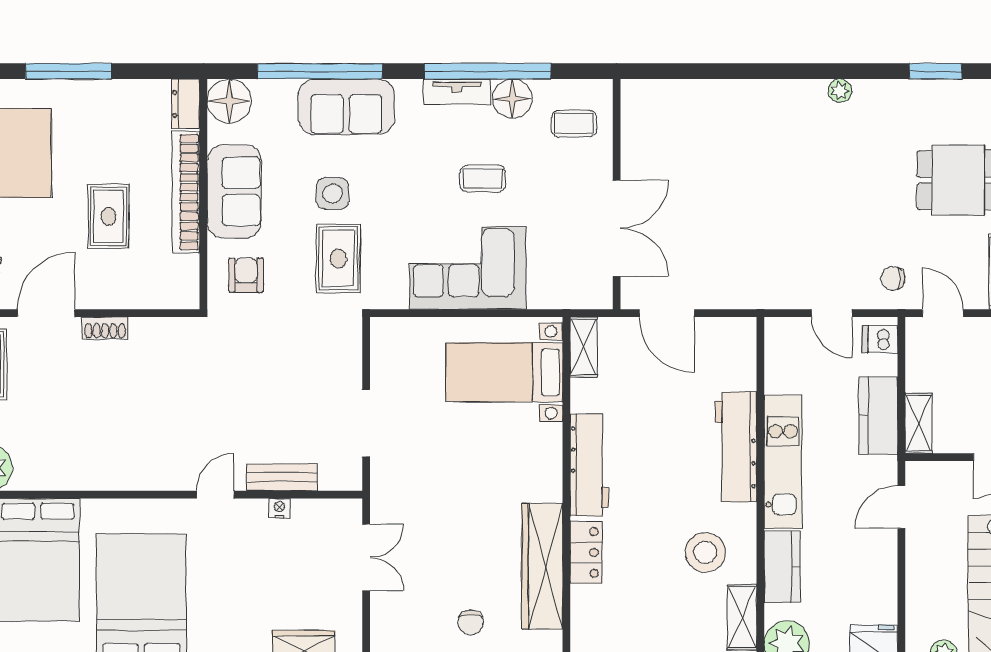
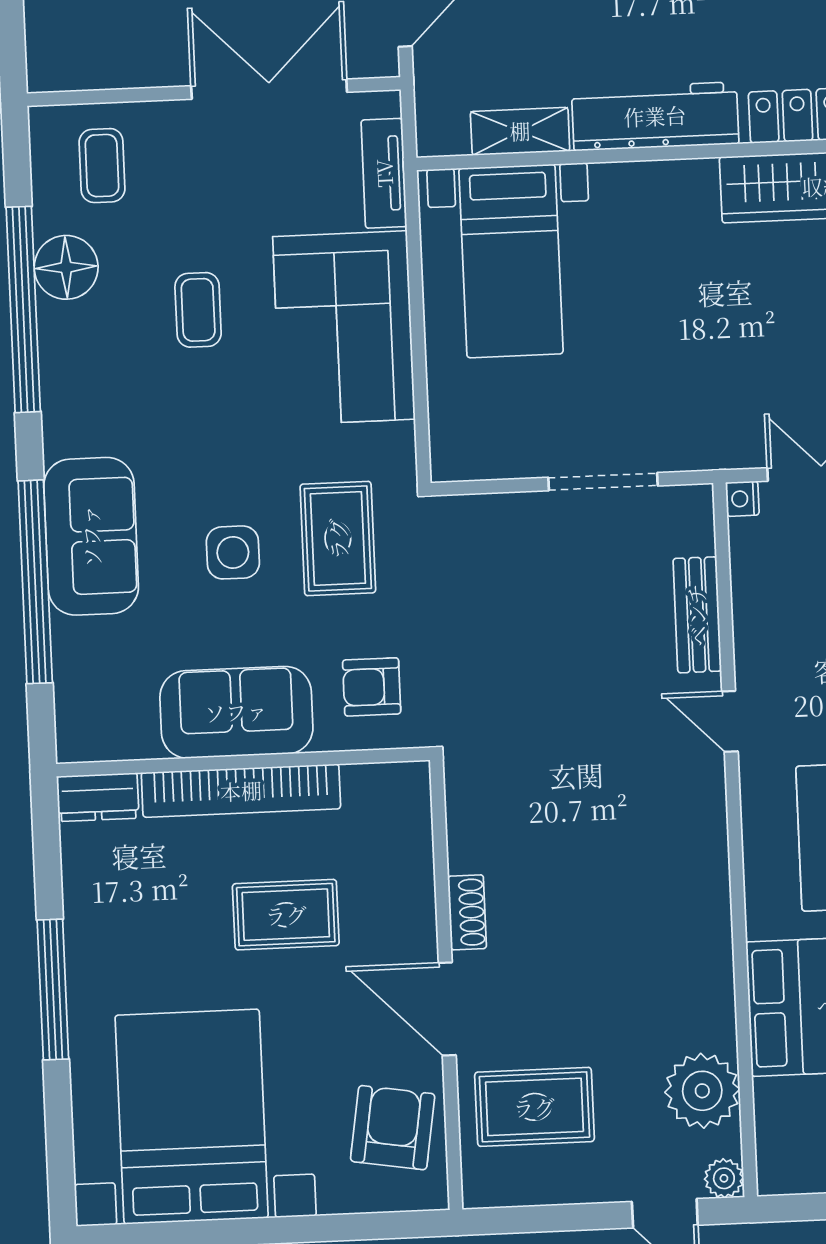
tv unit: (457, 92) -> (384, 173), moved, turned 180
floor lamp: (229, 101) -> (90, 727), removed
rug: (338, 258) -> (338, 539), turned 90
shelving: (584, 347) -> (520, 131), moved
nightstand: (279, 508) -> (742, 499), moved

